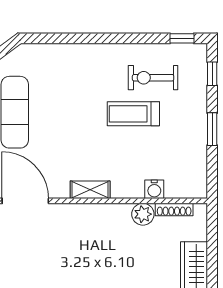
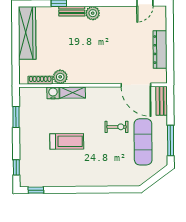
exercise bike: (153, 78) -> (117, 127), moved, width x0.73, depth x0.72
window: (212, 129) -> (16, 117), moved
shelving: (90, 190) -> (73, 93), moved

